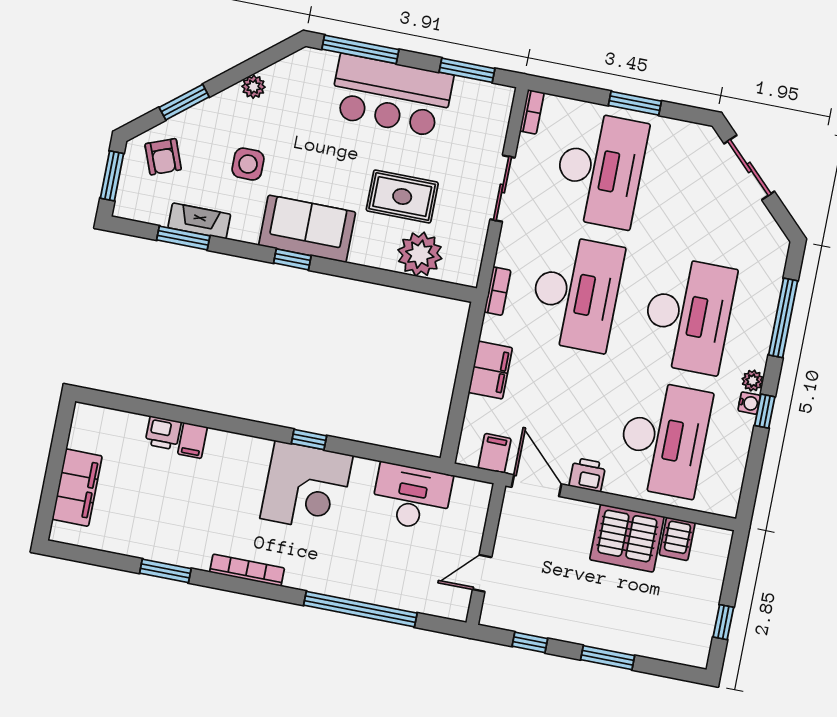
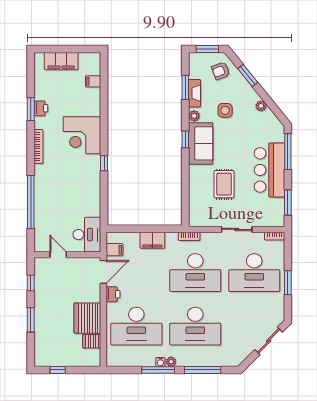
plant: (420, 254) -> (194, 116), moved, width x0.53, depth x0.53
window: (765, 411) -> (158, 370), width x2.17
printer: (163, 433) -> (41, 108), moved, turned 180
filing cabinet: (193, 440) -> (93, 81), moved
corner desk: (307, 487) -> (82, 135), moved
desk: (412, 497) -> (87, 235), moved

